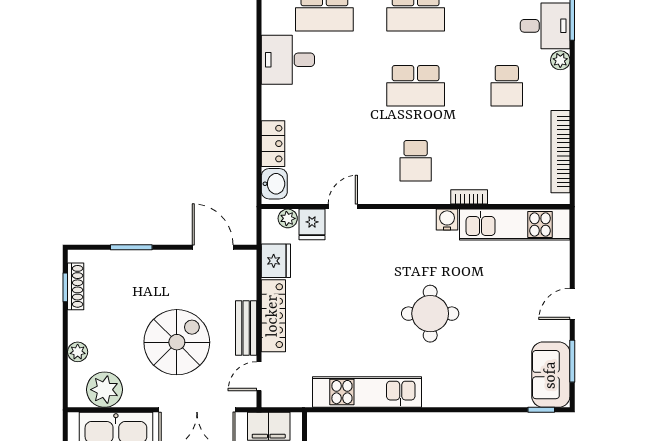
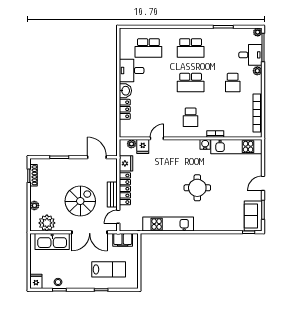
washbasin: (274, 184) -> (125, 91), moved

